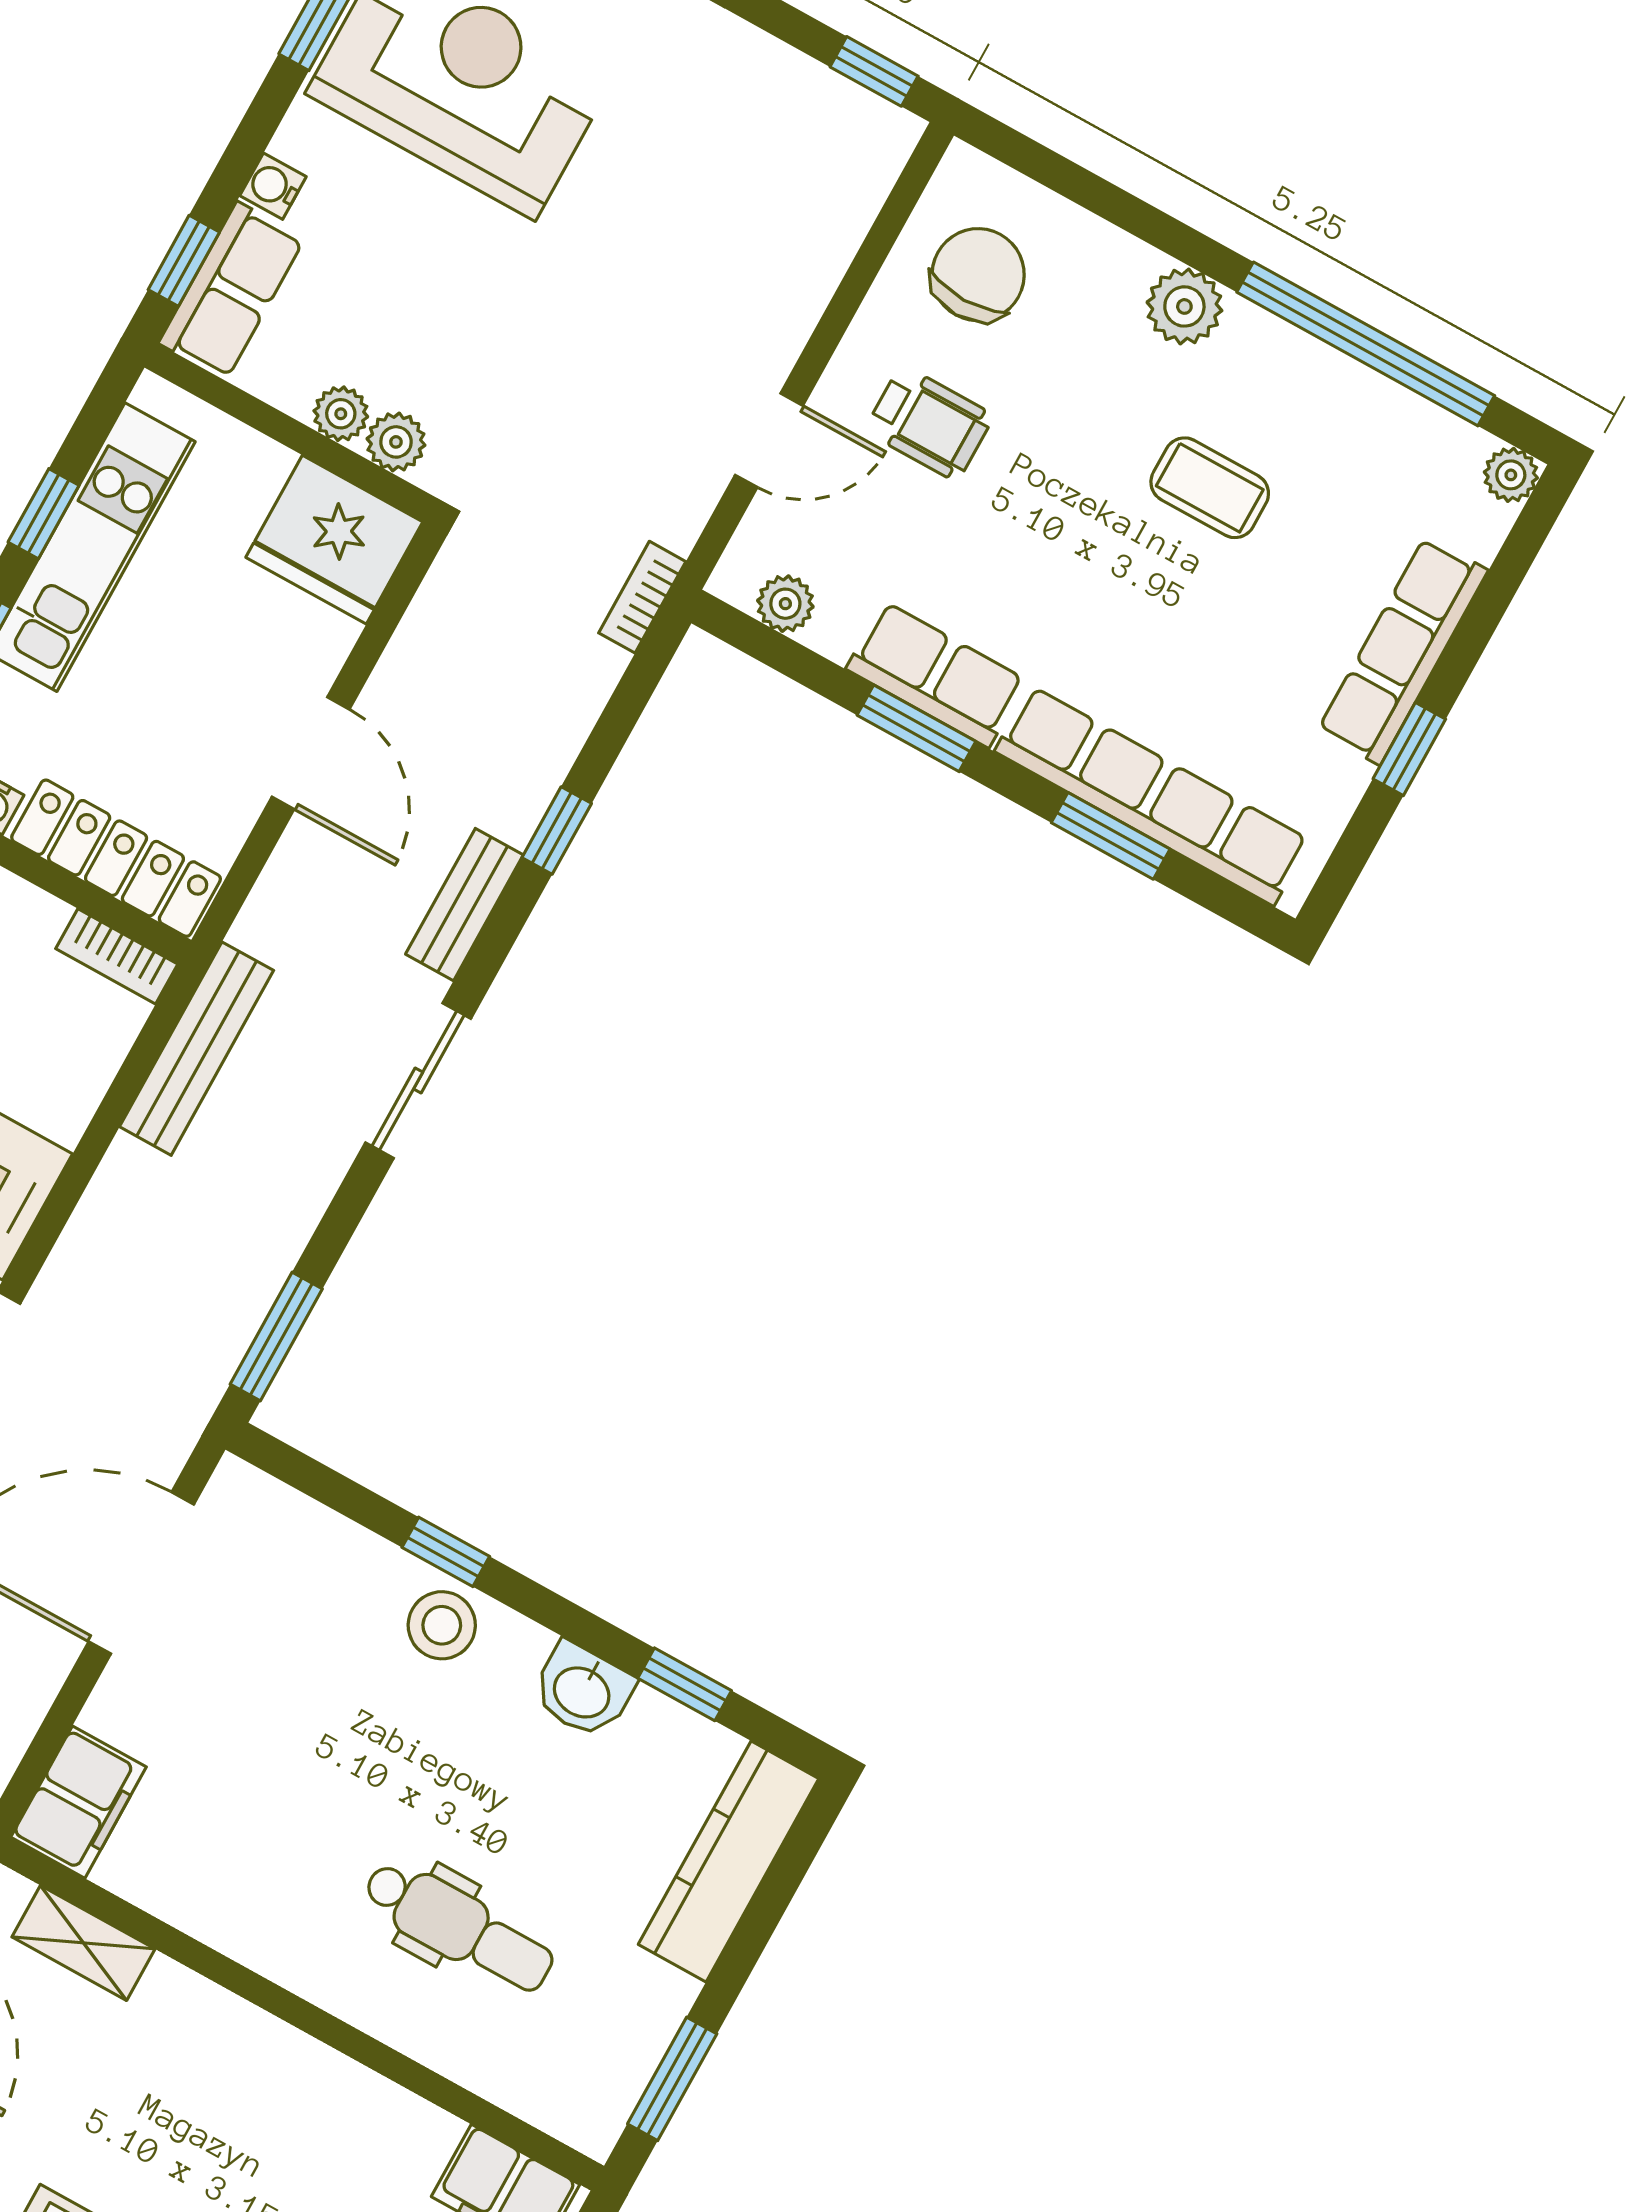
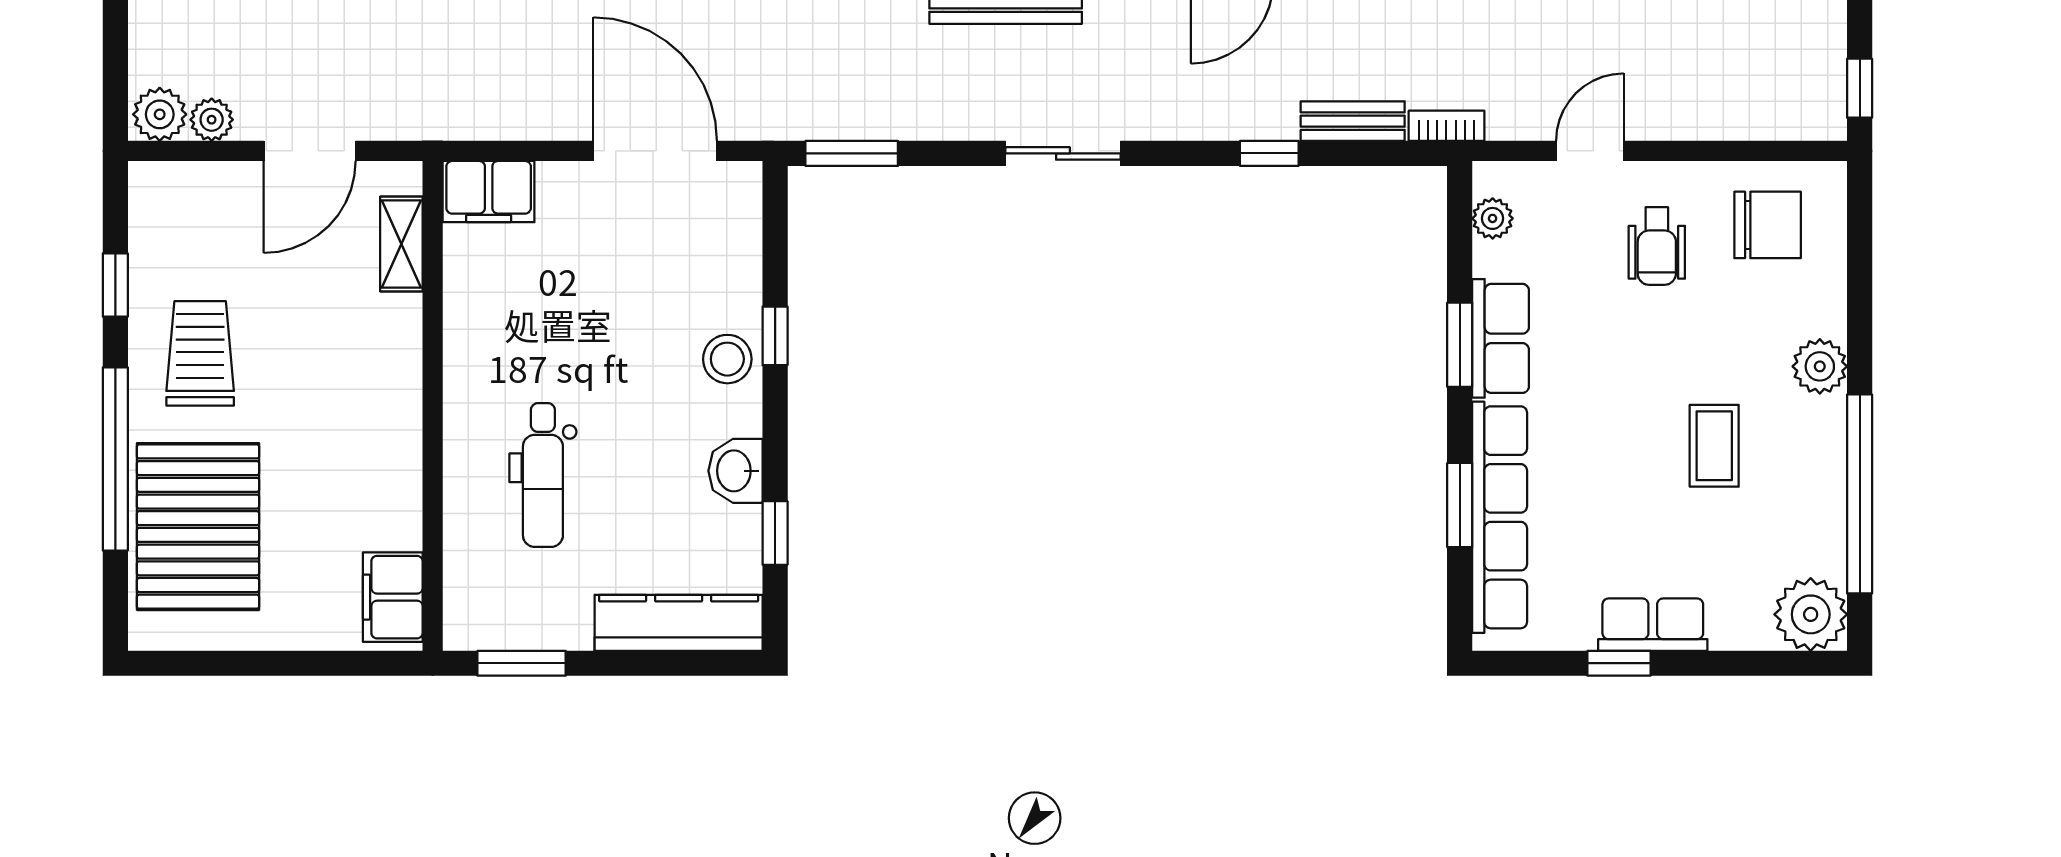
door: (769, 440) -> (1590, 151), swing flipped
plant: (1511, 475) -> (1811, 614), width x1.87, depth x1.87
row of seats: (1403, 651) -> (1653, 625), width x0.68
bench: (464, 905) -> (1353, 121), moved

